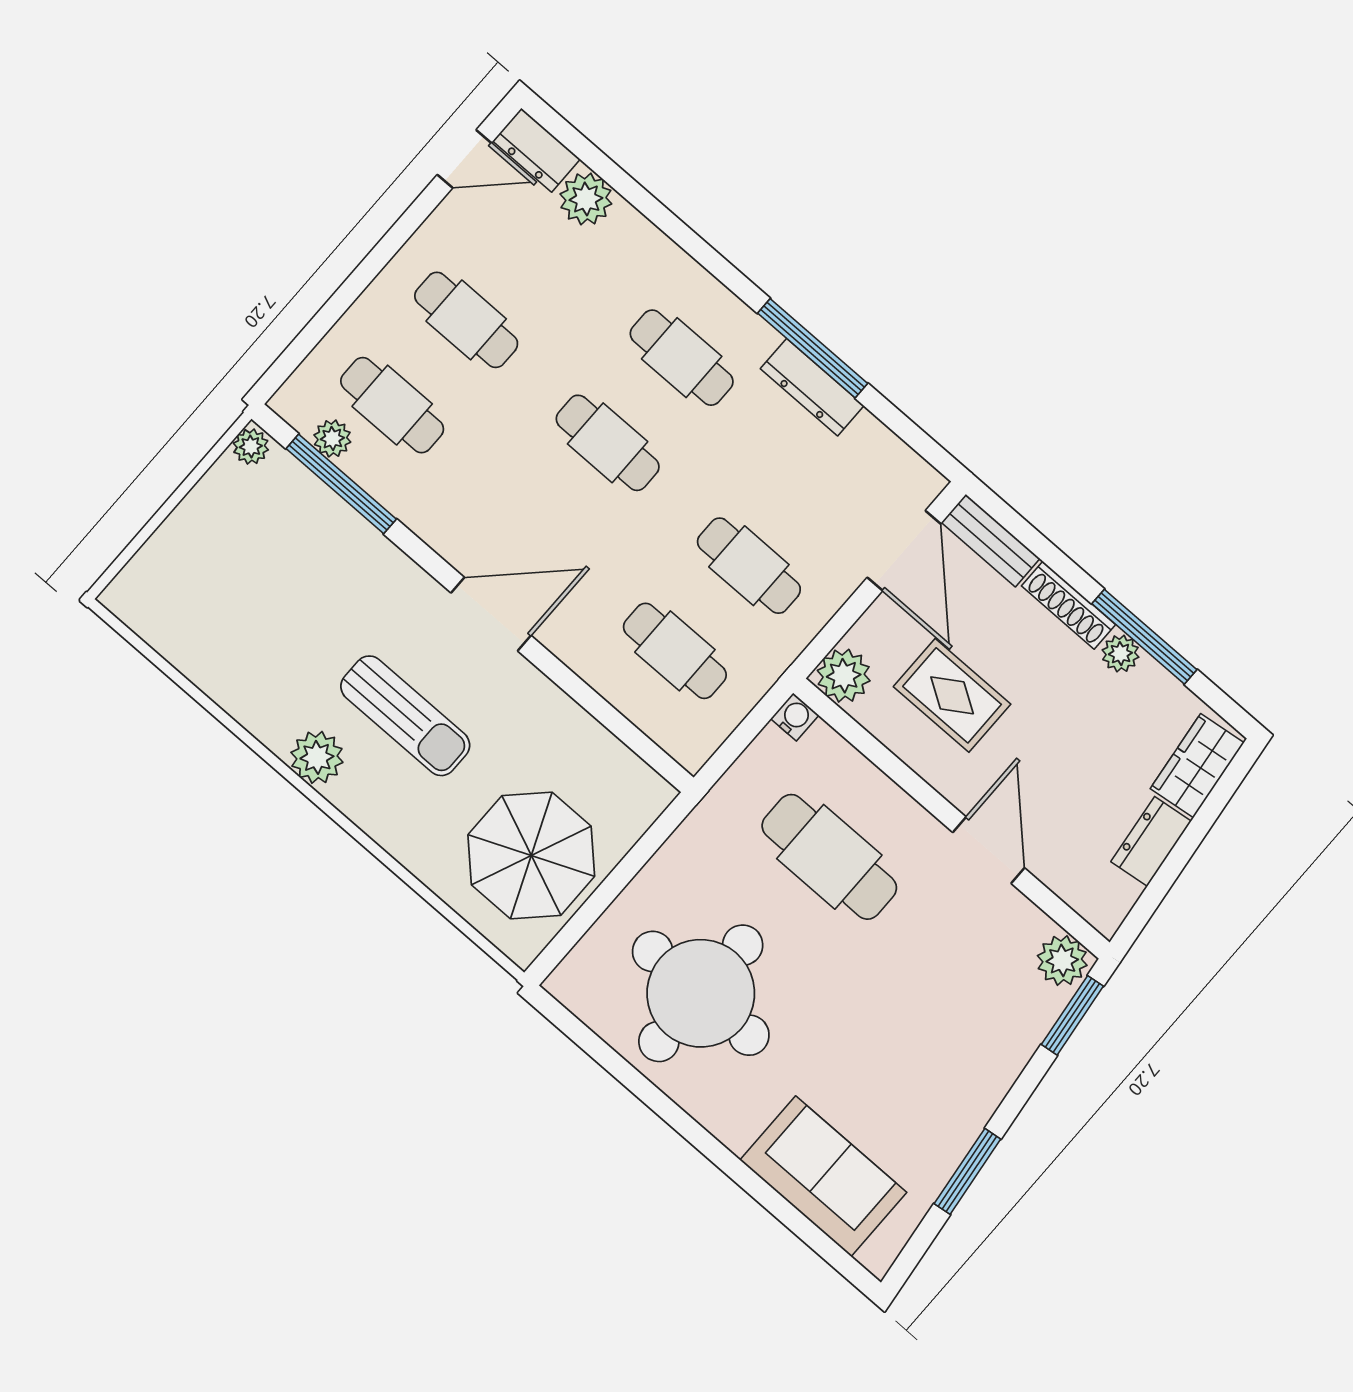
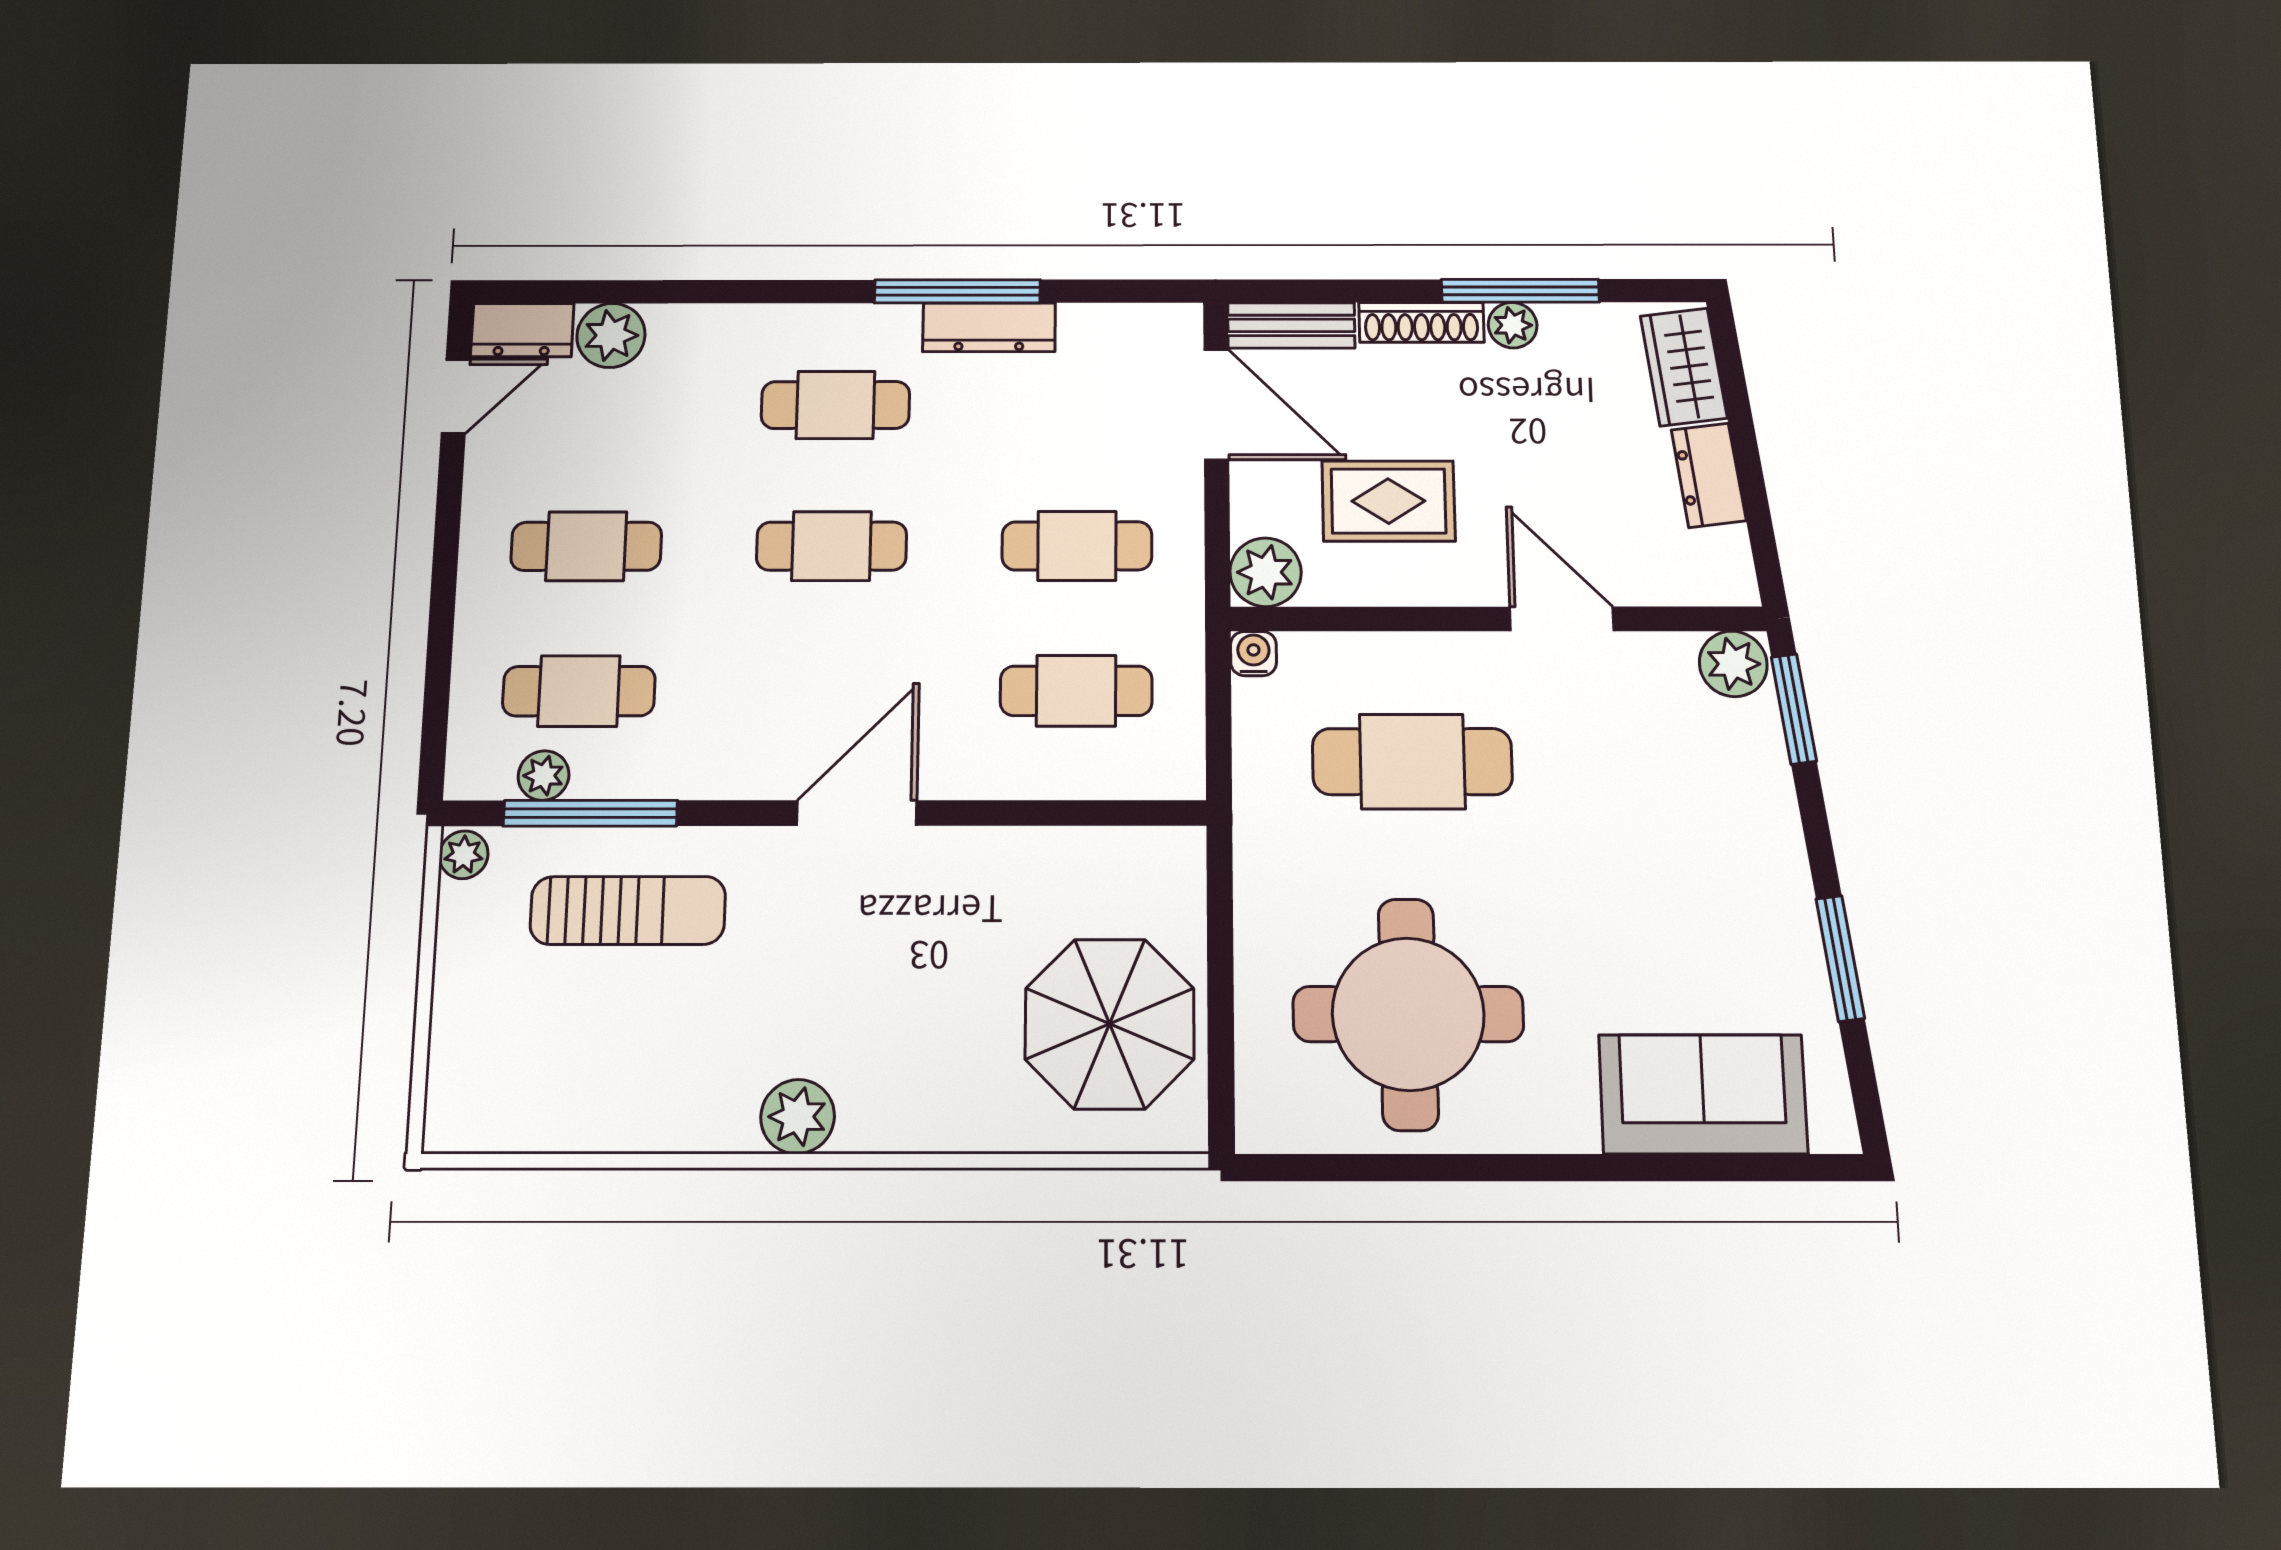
sun lounger: (405, 716) -> (628, 911), moved

